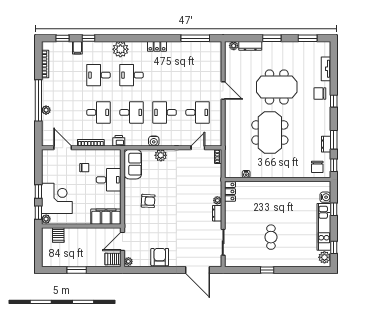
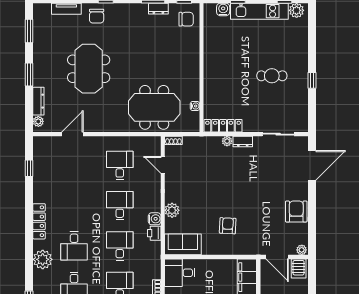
window: (195, 38) -> (29, 168), width x0.46
locker: (157, 46) -> (39, 221), width x1.53
door: (223, 91) -> (72, 134), moved
desk: (165, 112) -> (120, 206), turned 180
meeting table: (270, 133) -> (154, 107), moved
printer: (119, 141) -> (154, 233), moved
desk: (109, 180) -> (180, 273), moved, turned -90
locker: (230, 192) -> (223, 126), width x1.53
armchair: (160, 257) -> (296, 212), turned 90

